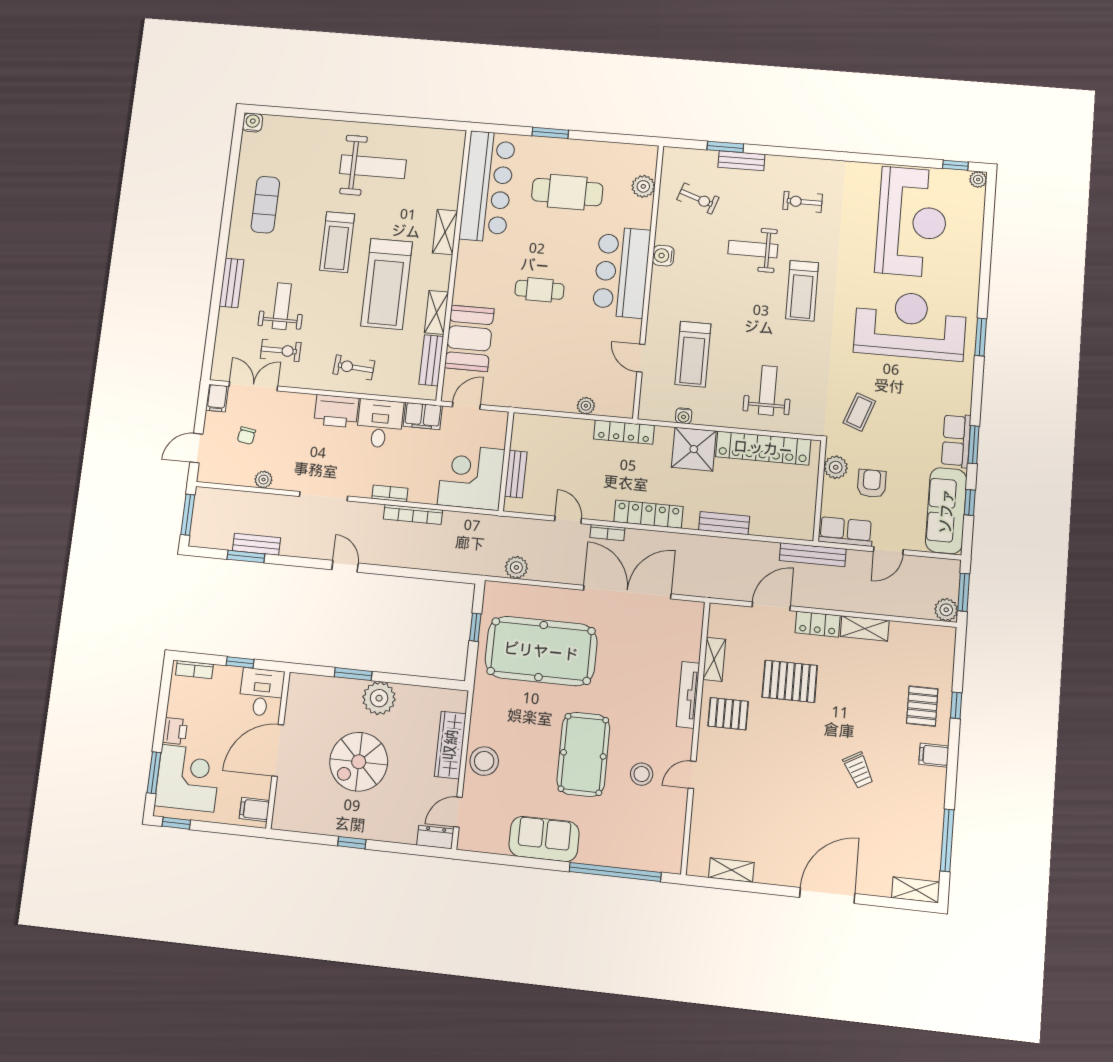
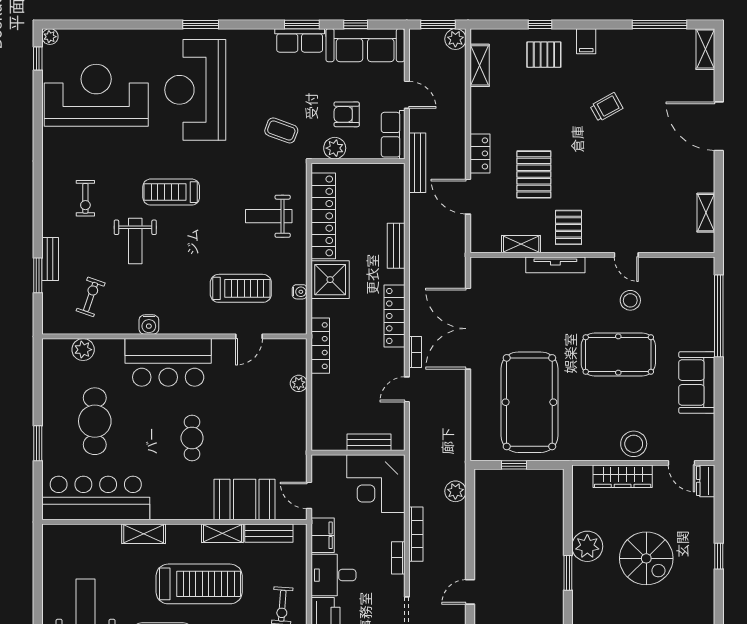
treadmill: (802, 291) -> (171, 192), turned 180
plant: (516, 567) -> (455, 491), moved
shelving: (865, 628) -> (480, 65), moved

